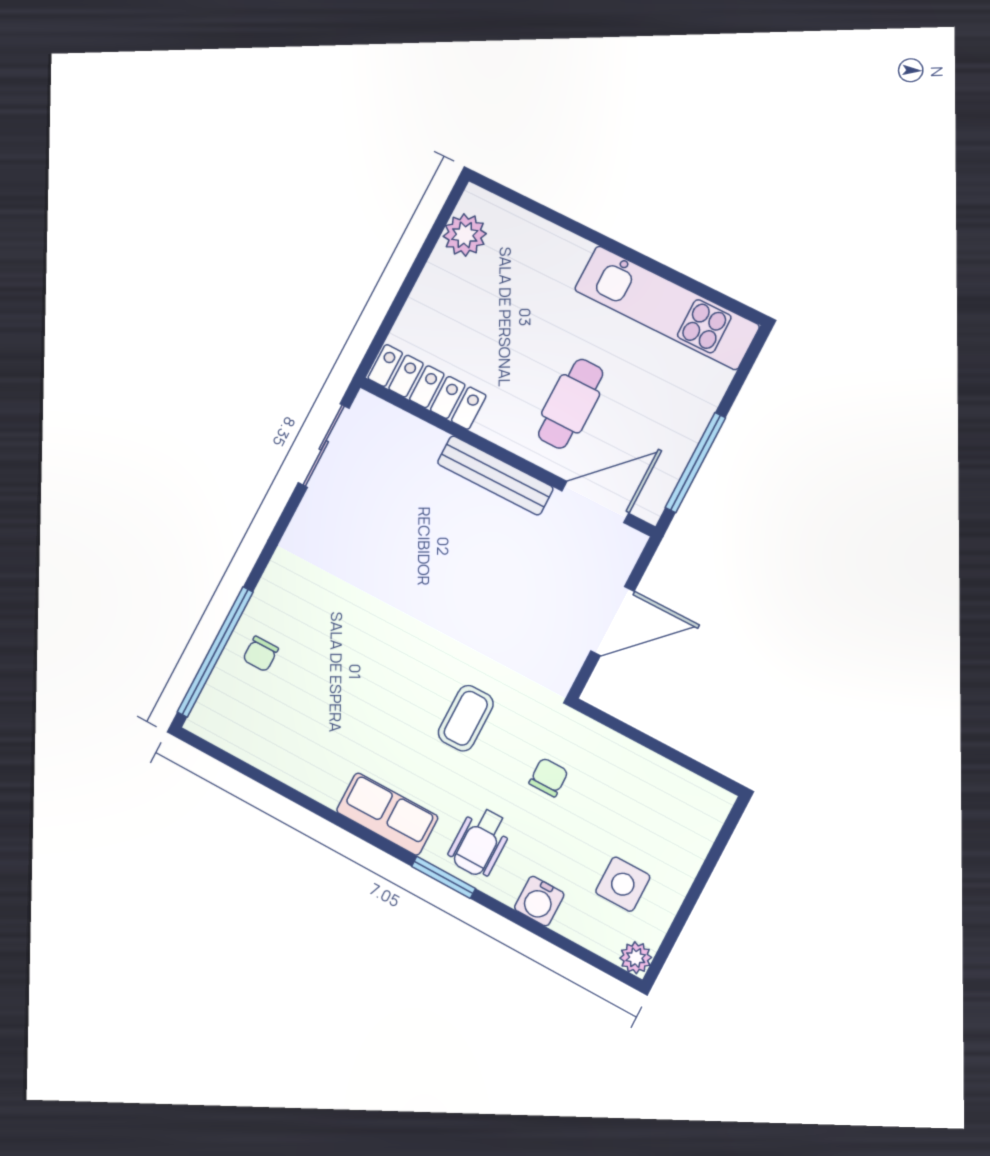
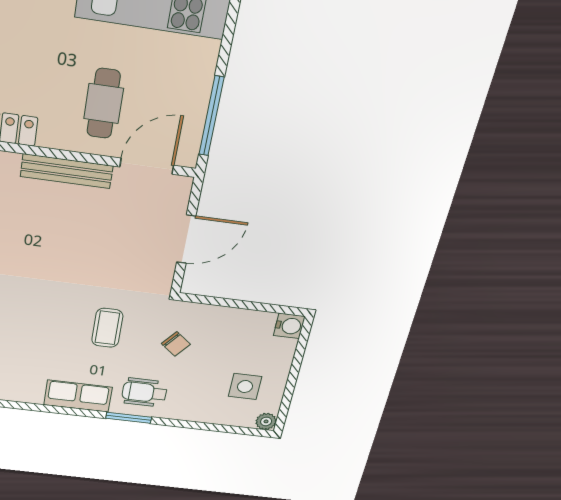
chair: (549, 777) -> (176, 344), turned 129
wheelchair: (480, 842) -> (144, 392), turned 90
water cooler: (539, 901) -> (289, 326), moved, turned -90

